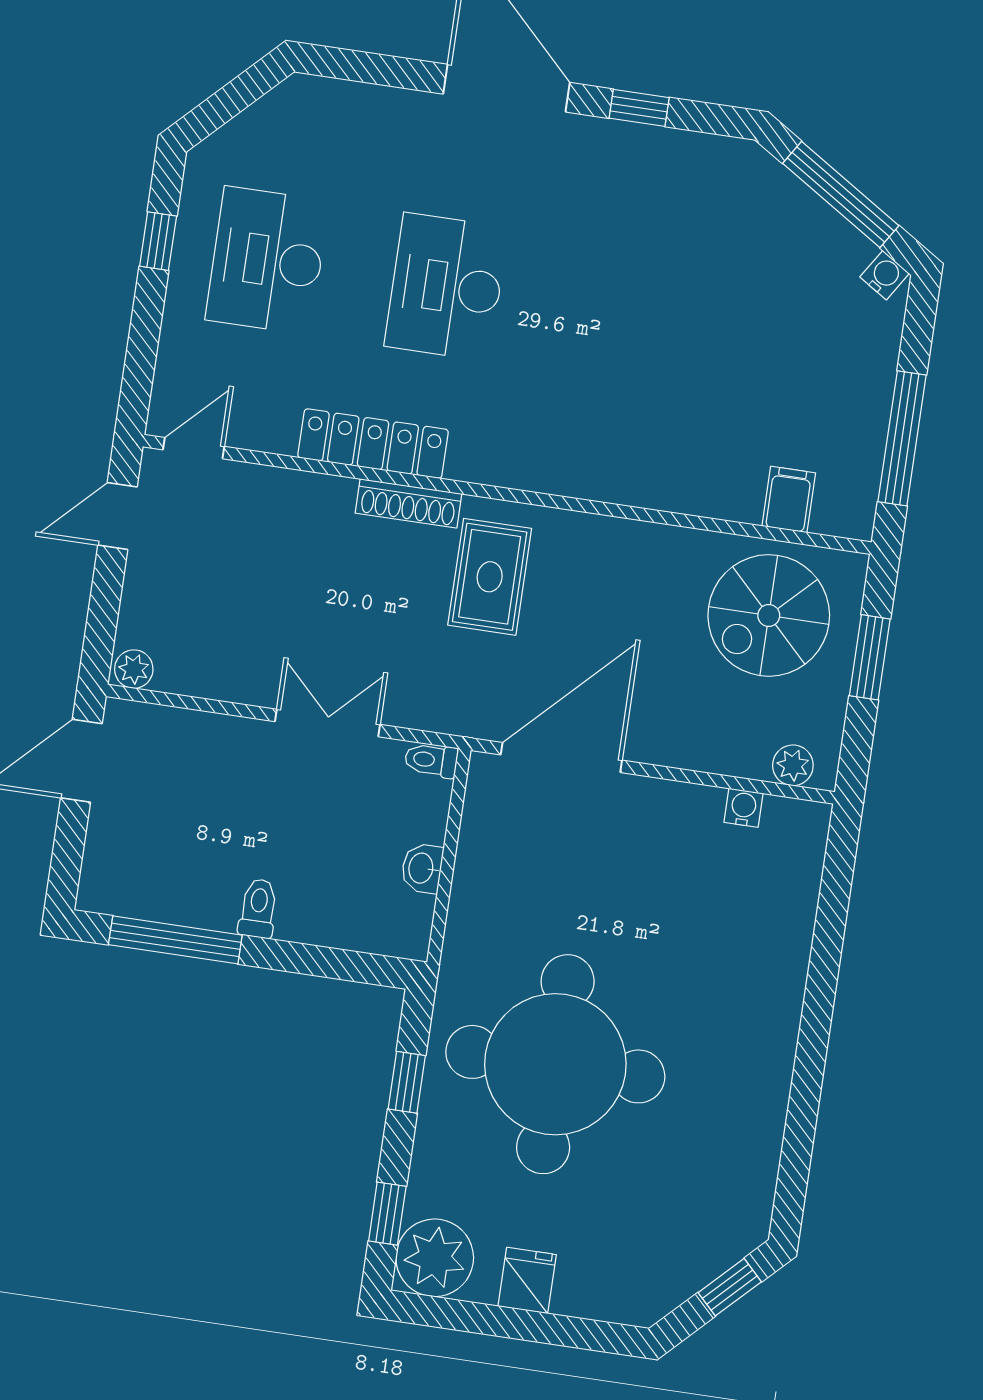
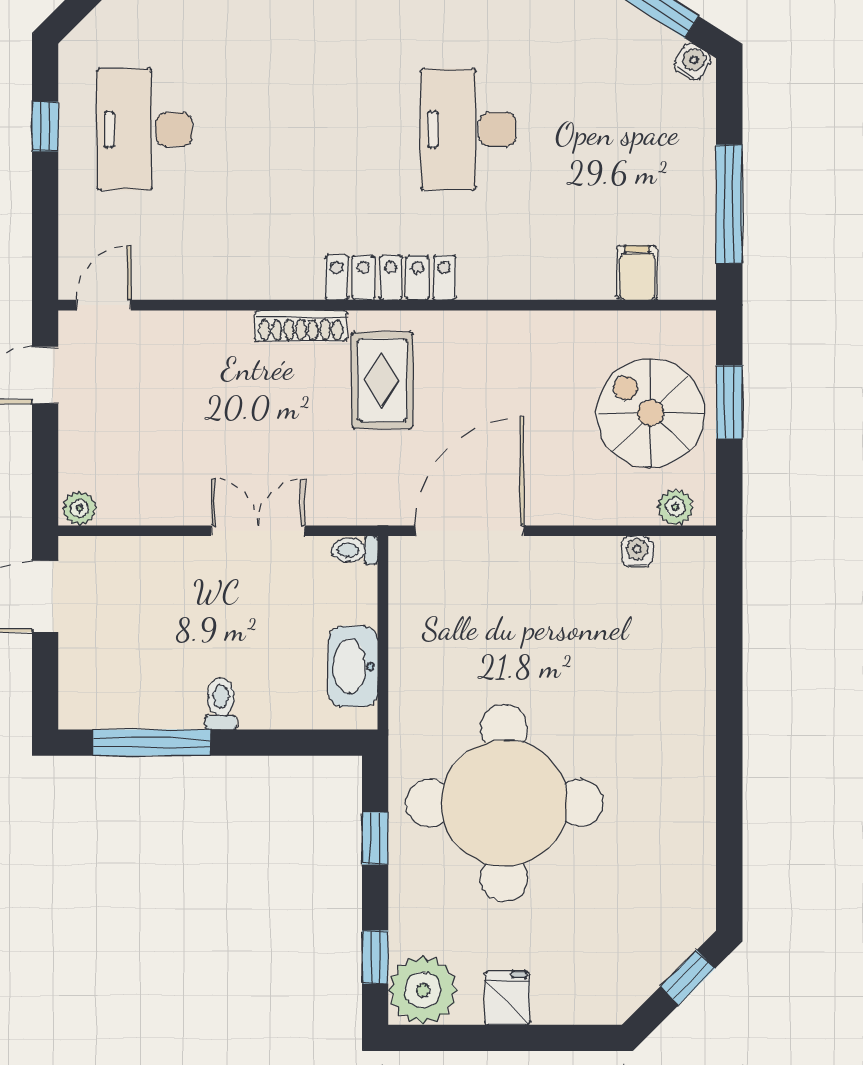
desk: (446, 287) -> (468, 129), moved
locker: (373, 444) -> (390, 278), moved
spiral stairs: (769, 615) -> (651, 413), moved, turned 90
washbasin: (422, 868) -> (353, 666), width x1.91, depth x1.45

